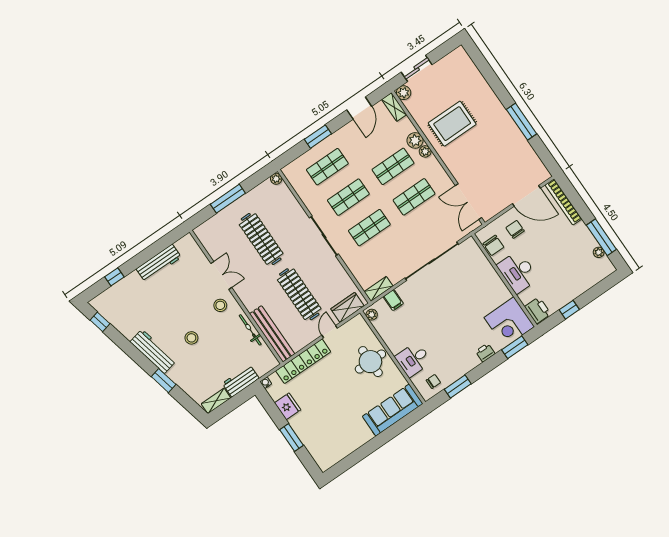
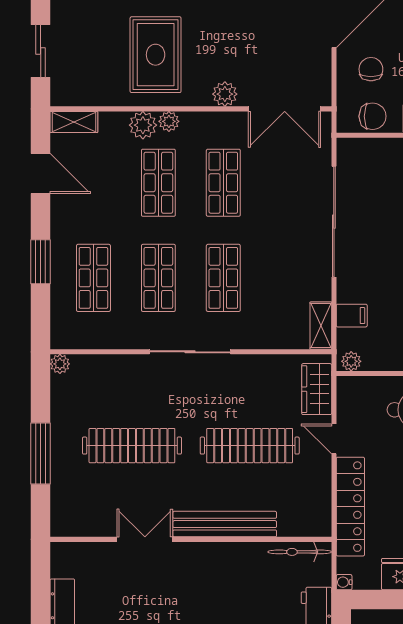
plant: (404, 93) -> (225, 94), moved
chair: (515, 229) -> (371, 69), turned 90
stool: (220, 305) -> (187, 571), removed
bicycle: (250, 330) -> (300, 552), moved
bench: (272, 334) -> (225, 524), moved

